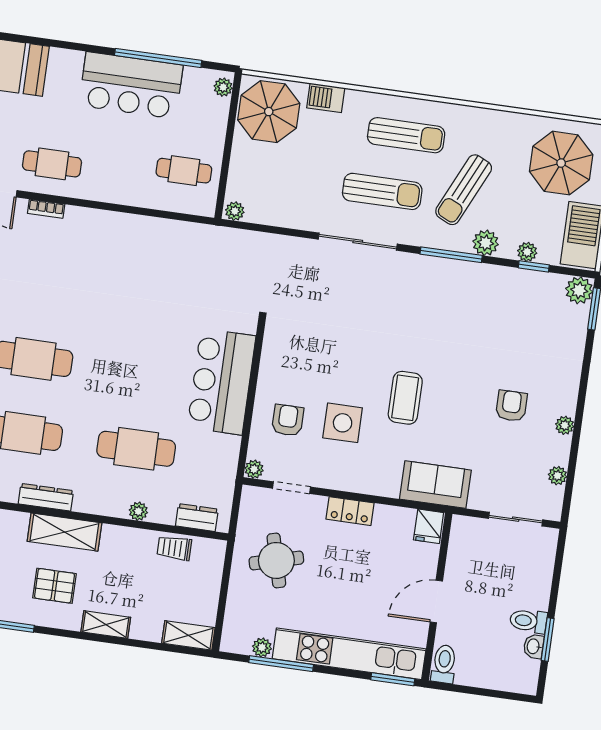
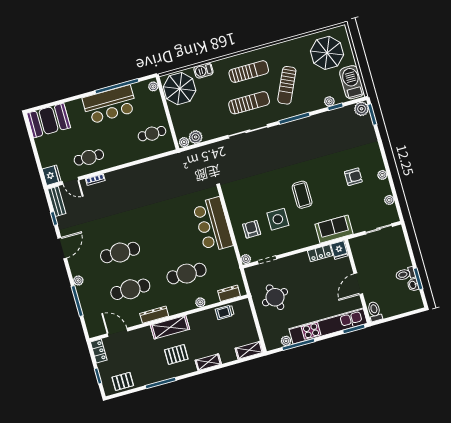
plant: (486, 243) -> (196, 137), moved
armchair: (511, 406) -> (353, 177), turned 90
locker: (350, 511) -> (320, 253), moved

